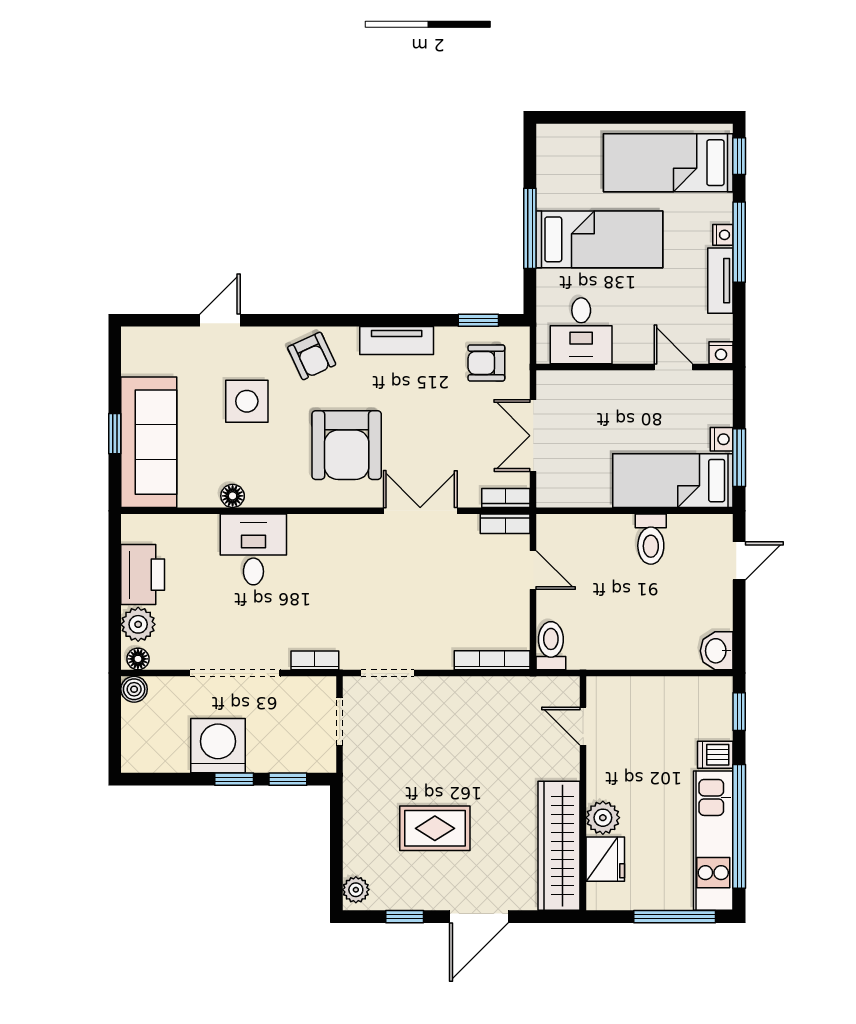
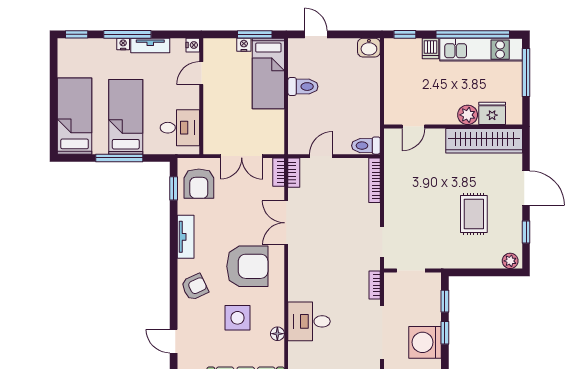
bed: (668, 163) -> (75, 116), moved, turned 180
armchair: (486, 363) -> (199, 184), width x1.38, depth x1.38
side table: (247, 401) -> (237, 318), moved

